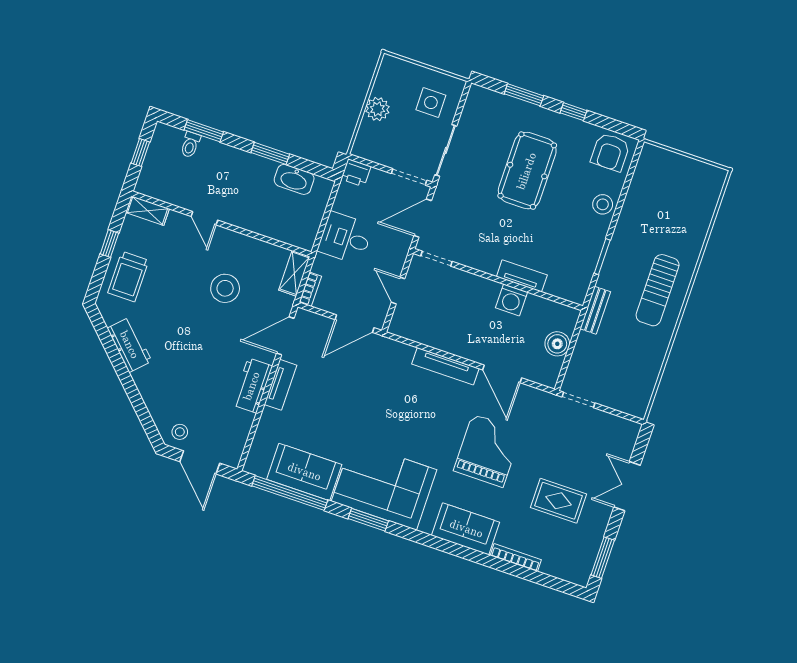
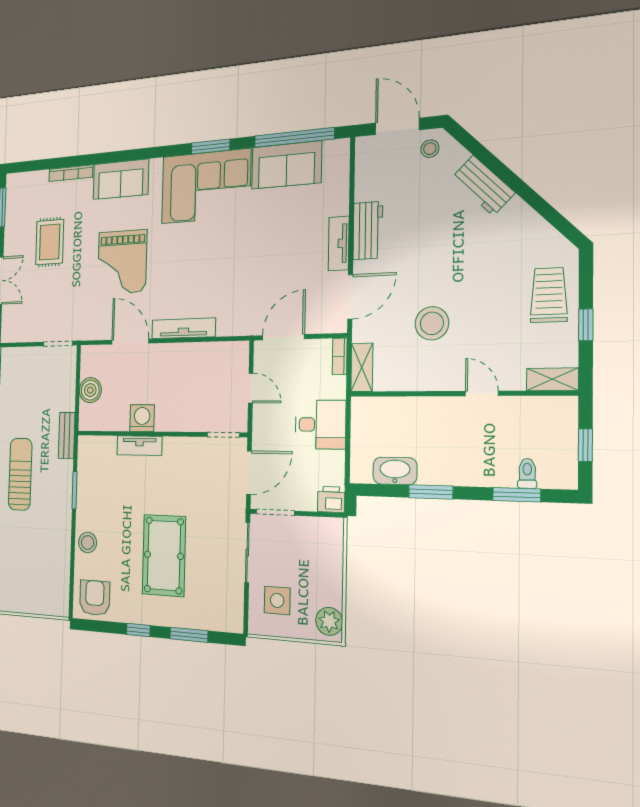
plant: (377, 109) -> (329, 621), moved
workbench: (129, 345) -> (483, 185), moved
rug: (558, 501) -> (50, 242), turned 90

